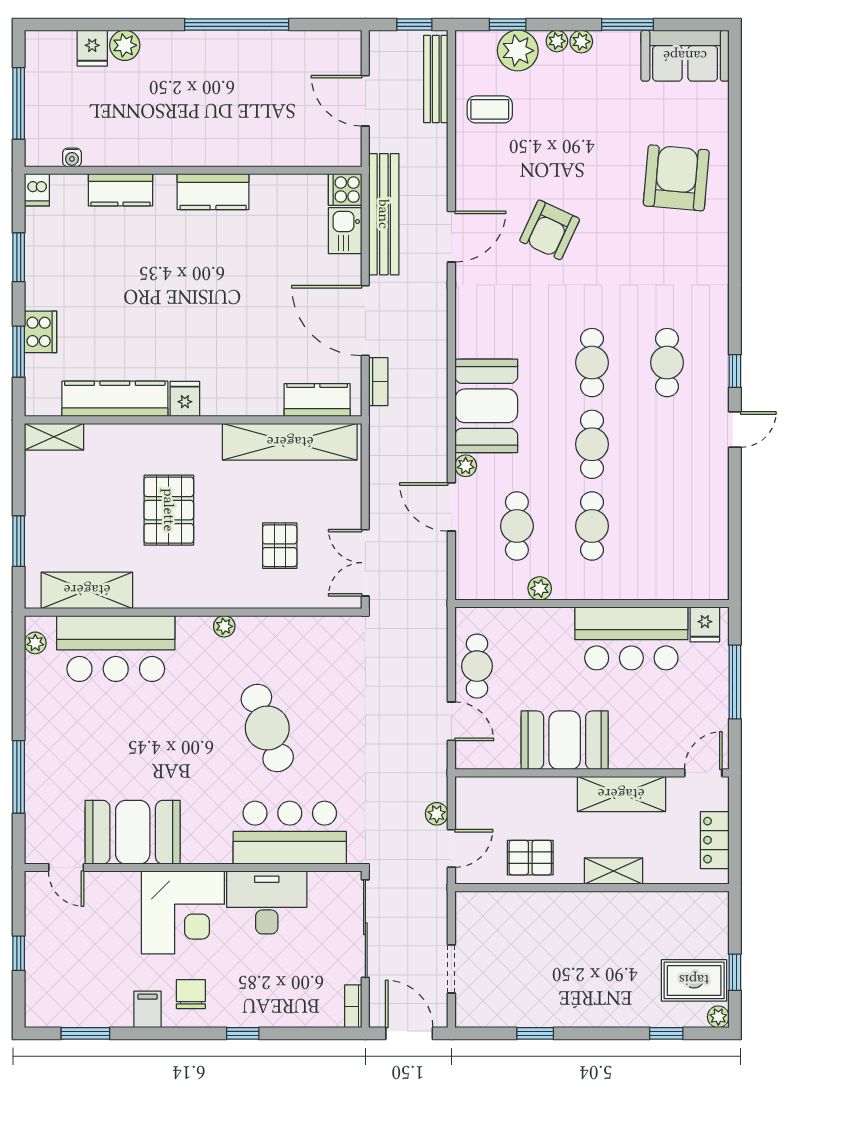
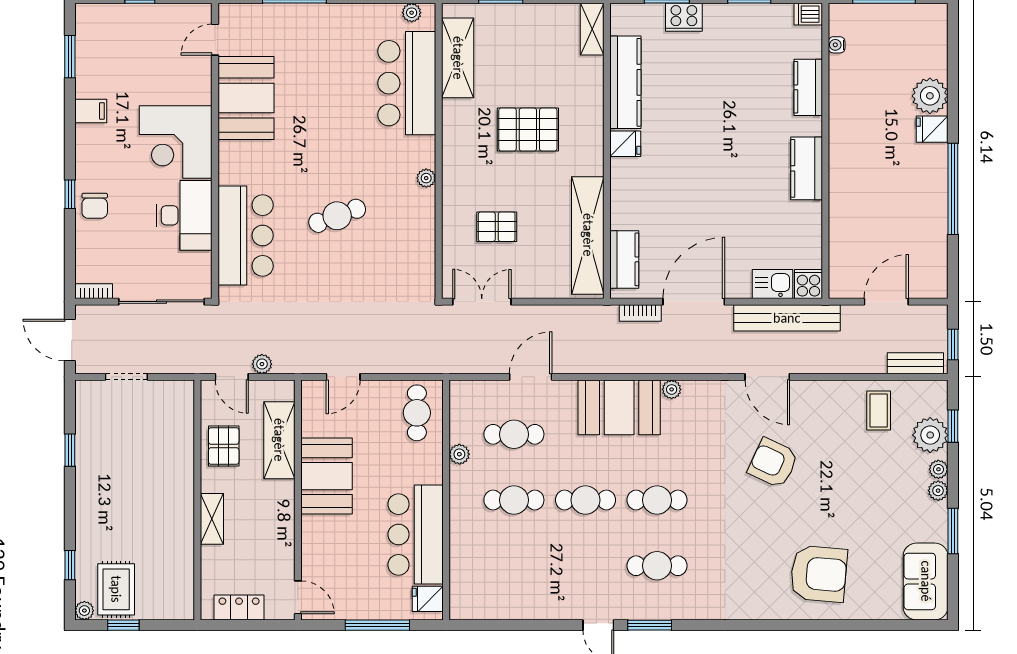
plant: (125, 45) -> (930, 96), width x1.36, depth x1.36
fridge: (92, 48) -> (932, 129), moved
bench: (436, 79) -> (915, 363), width x0.73
window: (735, 371) -> (650, 625), width x1.50
plant: (466, 466) -> (672, 389), moved
cafe table: (477, 666) -> (417, 413), moved, turned 90
cafe table: (267, 728) -> (337, 216), width x0.73, depth x0.74
shelving: (621, 794) -> (279, 440), moved
chair: (191, 994) -> (95, 206), moved, turned 90
door: (409, 1033) -> (70, 340), swing flipped

